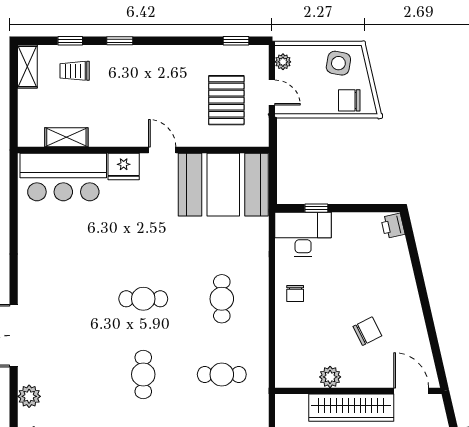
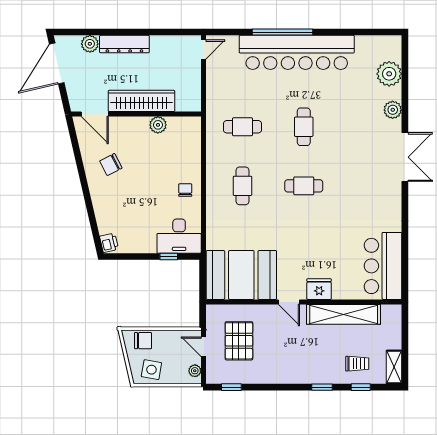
shelving: (66, 137) -> (344, 314), width x2.20, depth x1.33
bar counter: (63, 177) -> (383, 266), moved, turned -90
chair: (367, 331) -> (111, 164), moved

